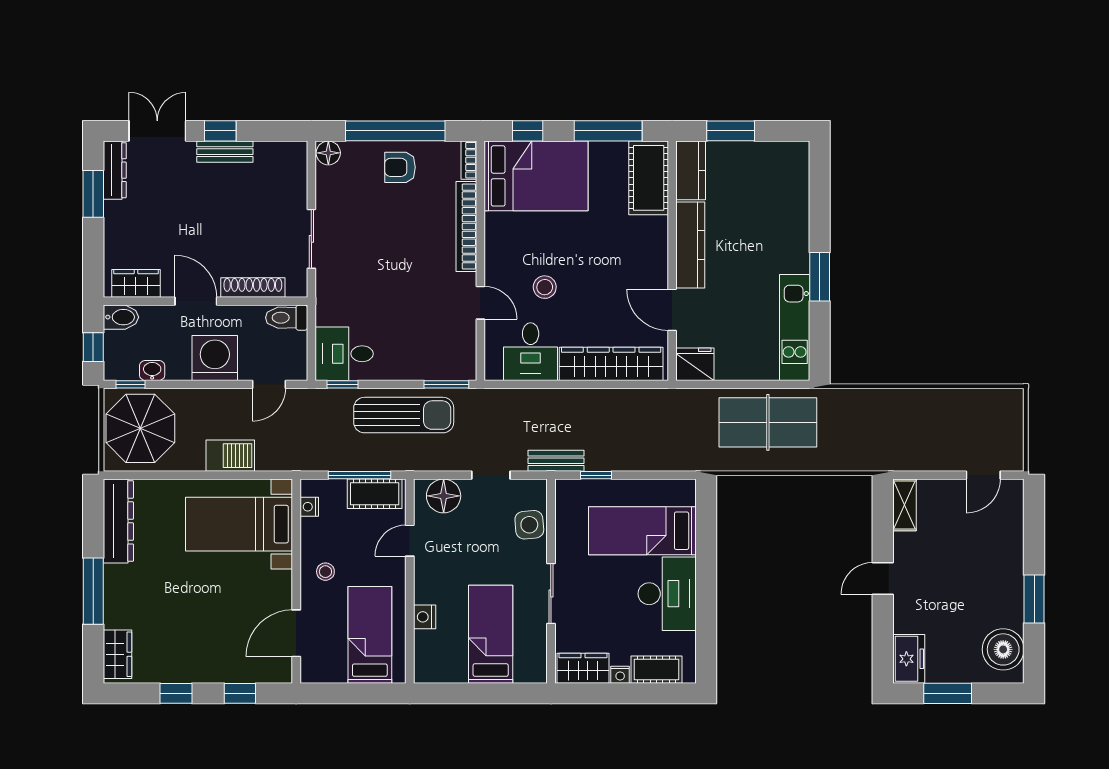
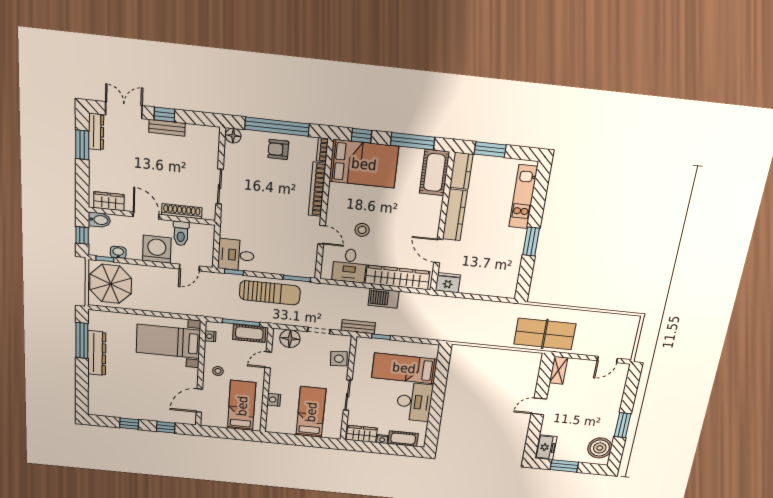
toilet: (287, 318) -> (181, 233), moved, turned -90
kitchen unit: (795, 328) -> (523, 197), moved
table tennis table: (768, 422) -> (545, 334), moved
barbecue: (230, 456) -> (384, 298), moved, turned 180
dresser: (118, 521) -> (97, 353), moved
window: (93, 591) -> (82, 341), moved
wardrobe: (117, 654) -> (96, 401), removed

